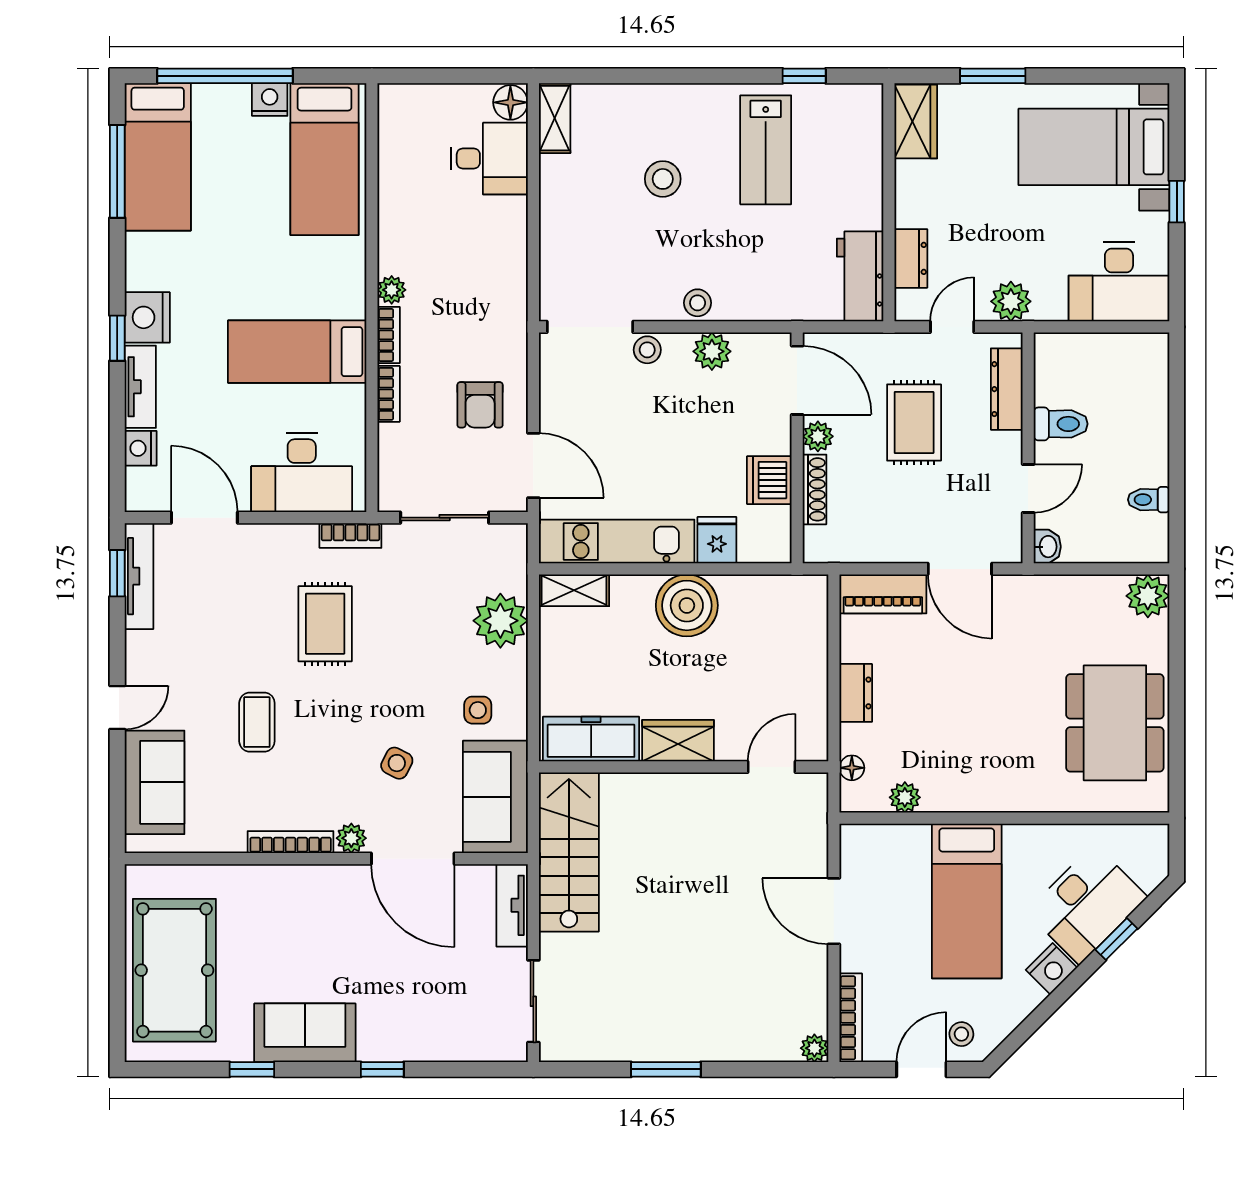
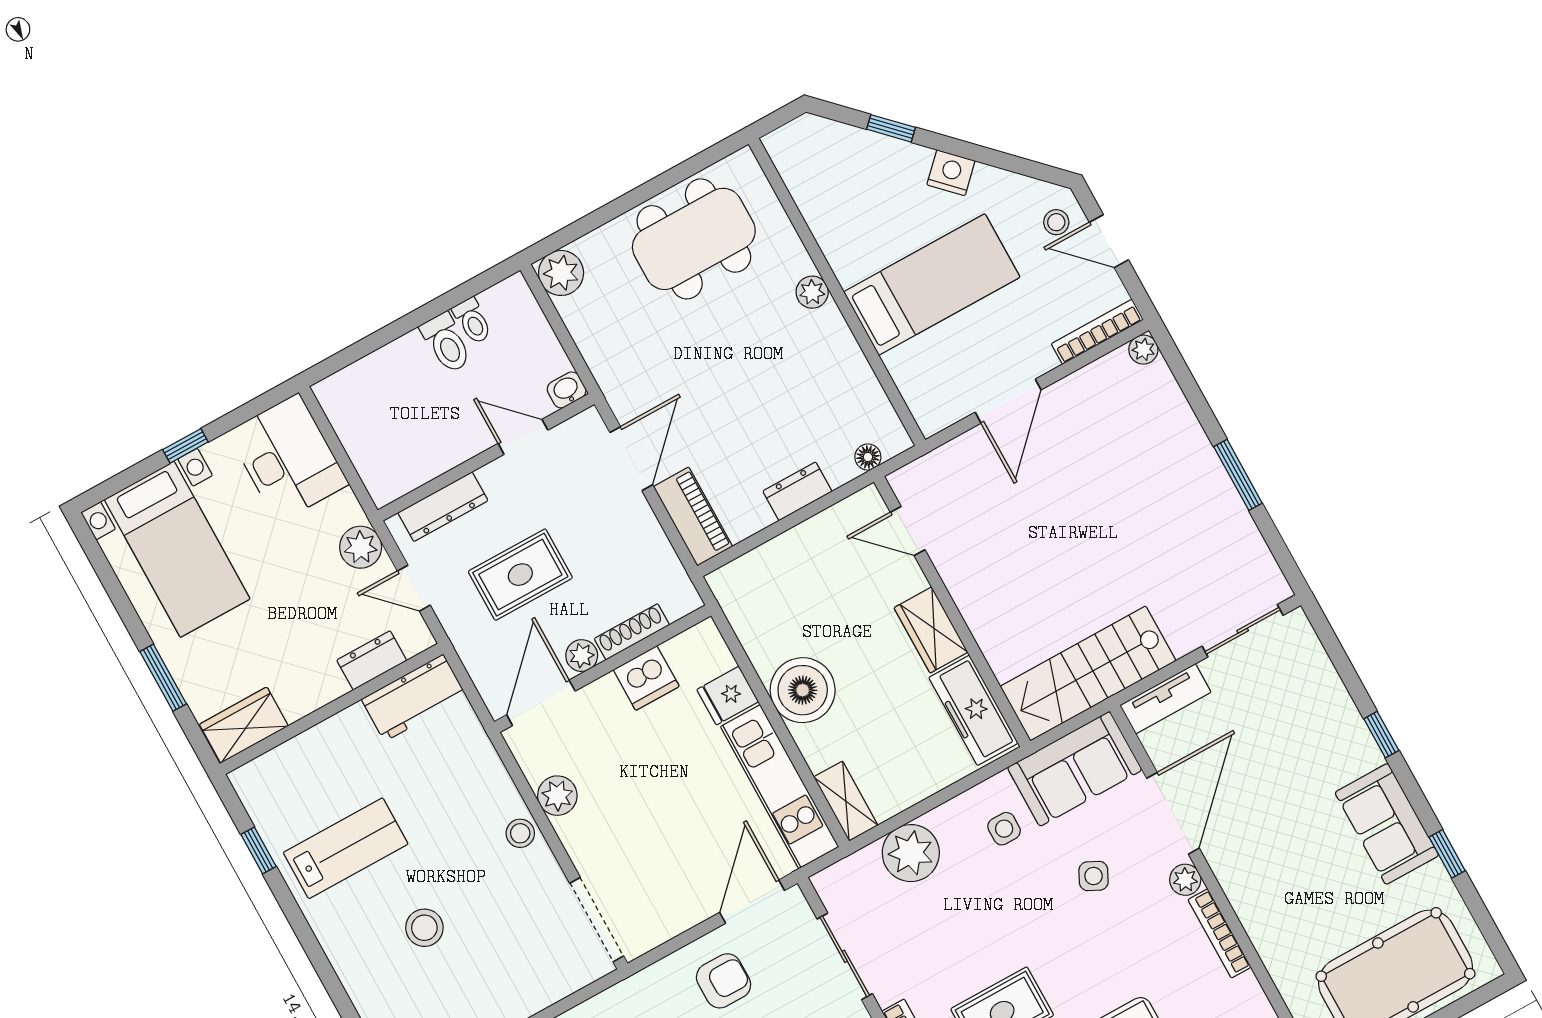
stool: (647, 350) -> (589, 856), removed
toilet: (1061, 424) -> (446, 343), moved, turned 180
plant: (905, 797) -> (812, 292), moved
desk: (1087, 904) -> (874, 173), removed

